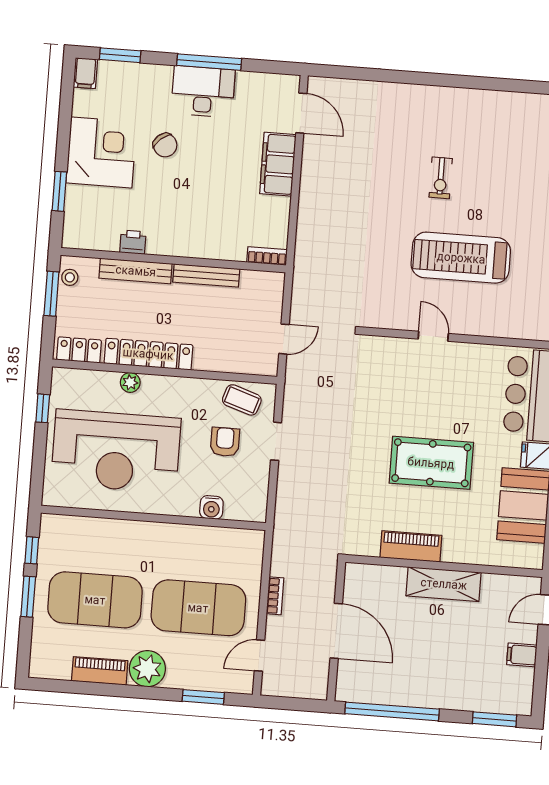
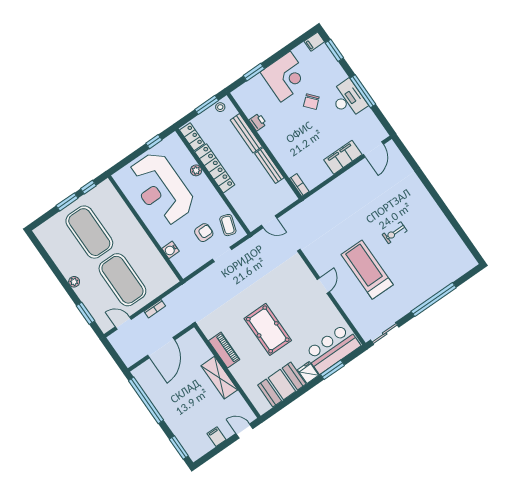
plant: (147, 669) -> (74, 282), width x0.53, depth x0.53
piano: (100, 671) -> (60, 259), removed

